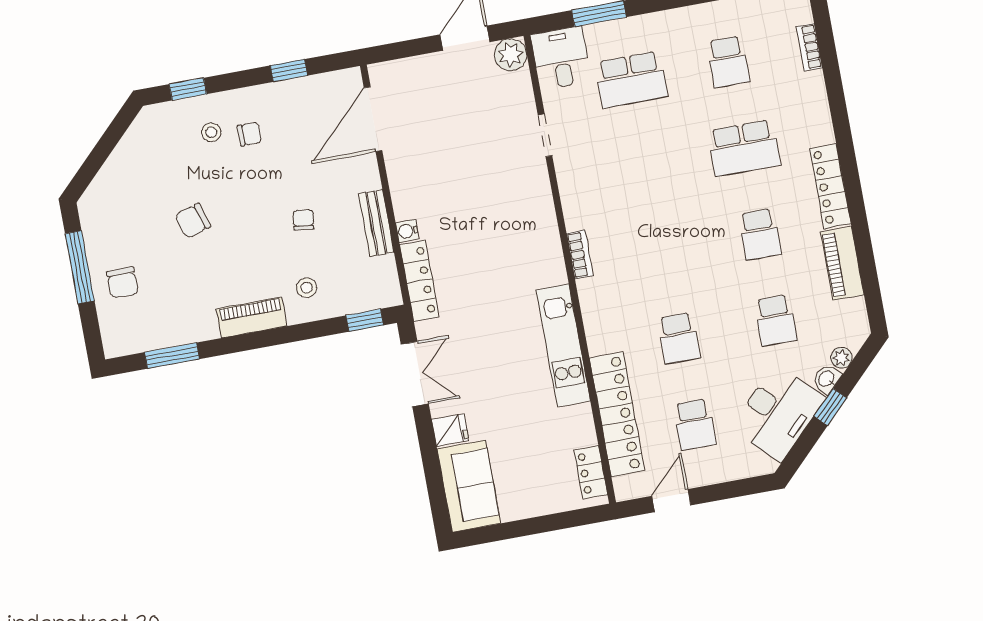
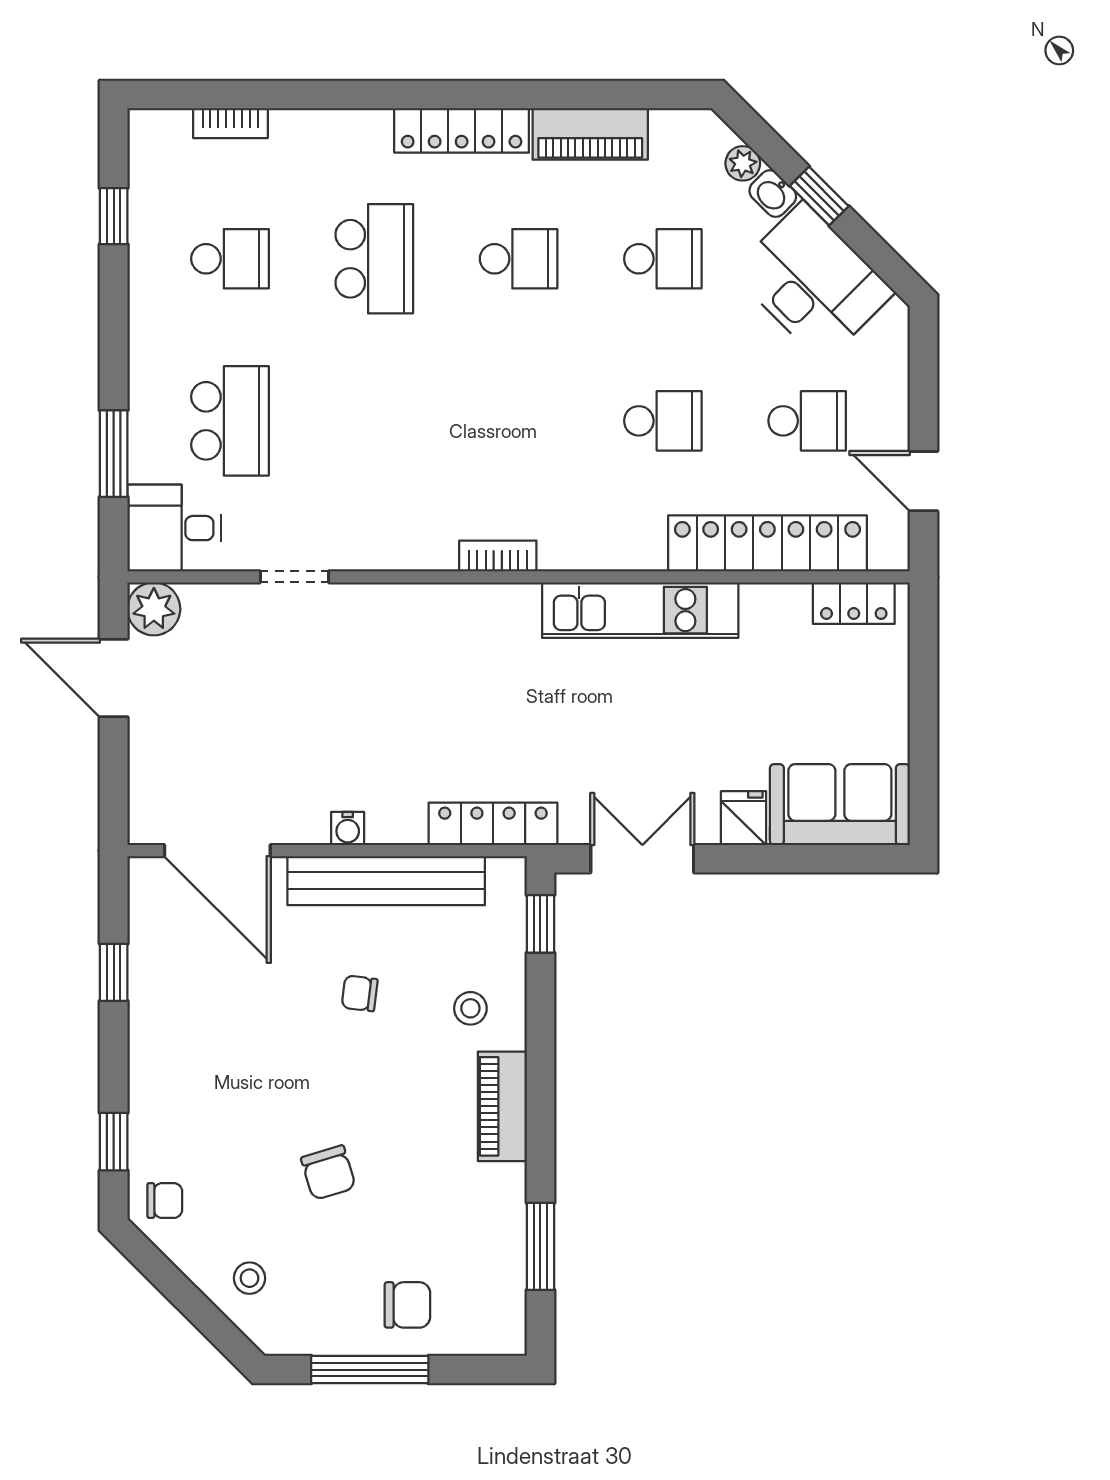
stool: (211, 132) -> (250, 1278), moved
chair: (249, 134) -> (165, 1201), moved, turned 90
bench: (376, 223) -> (386, 881), width x1.86, depth x1.21
water cooler: (407, 231) -> (348, 829), moved

